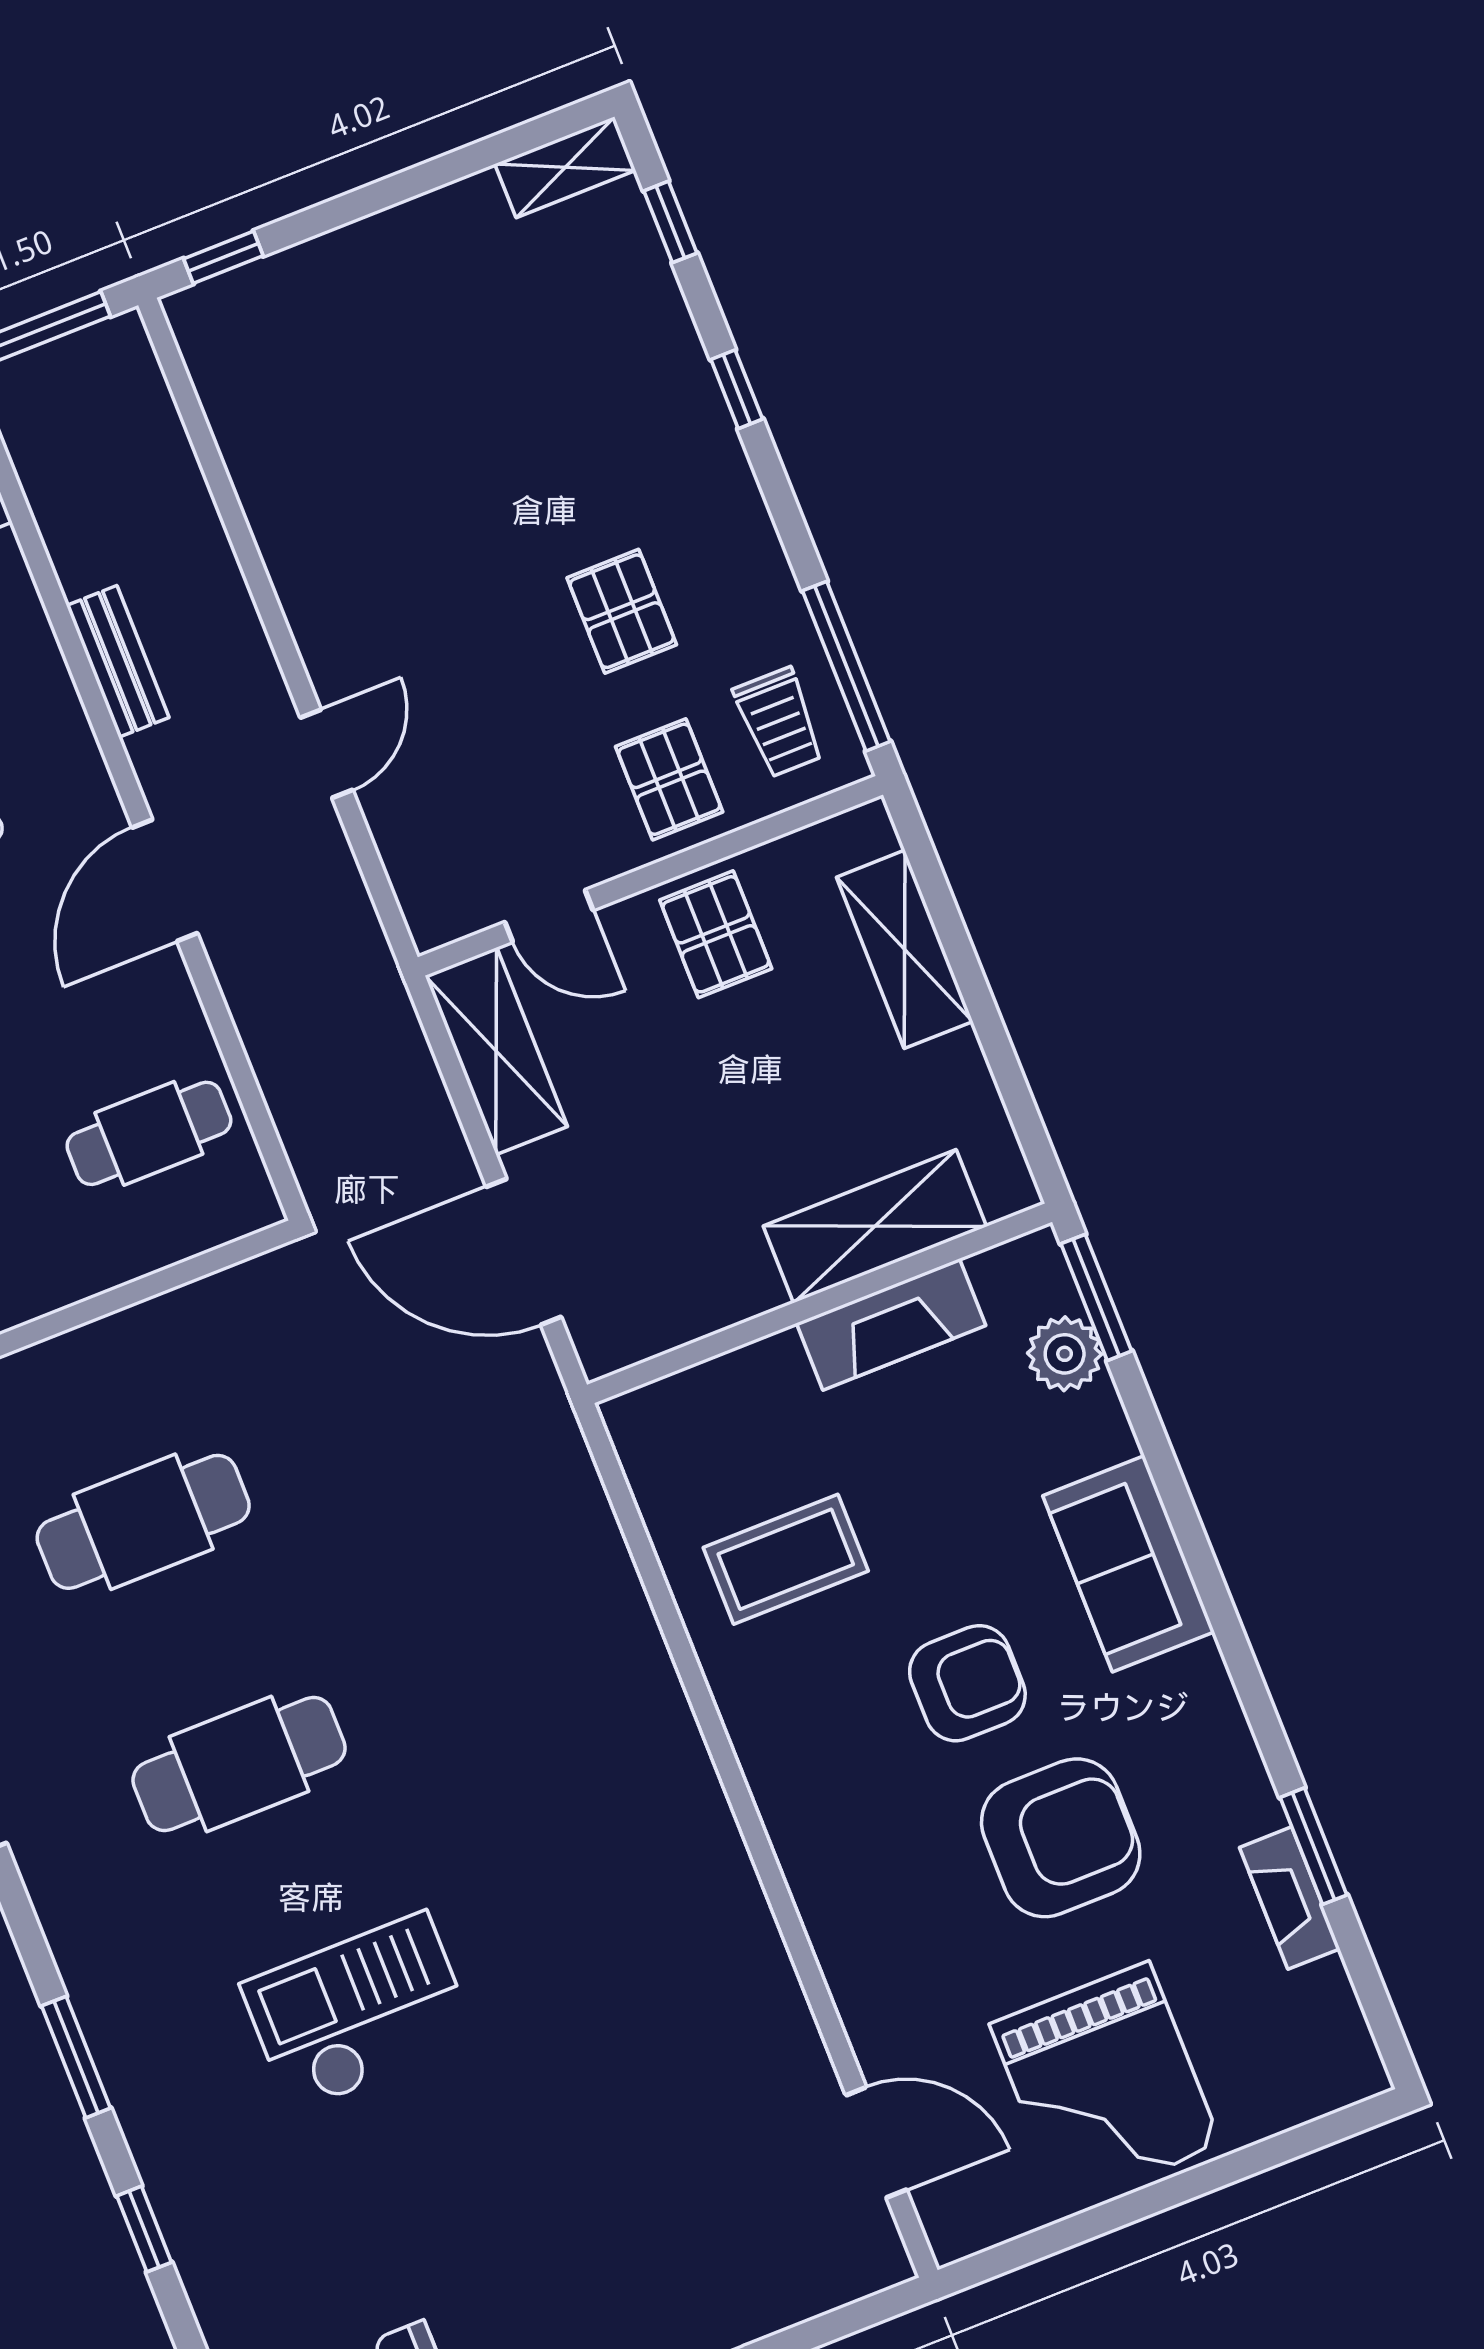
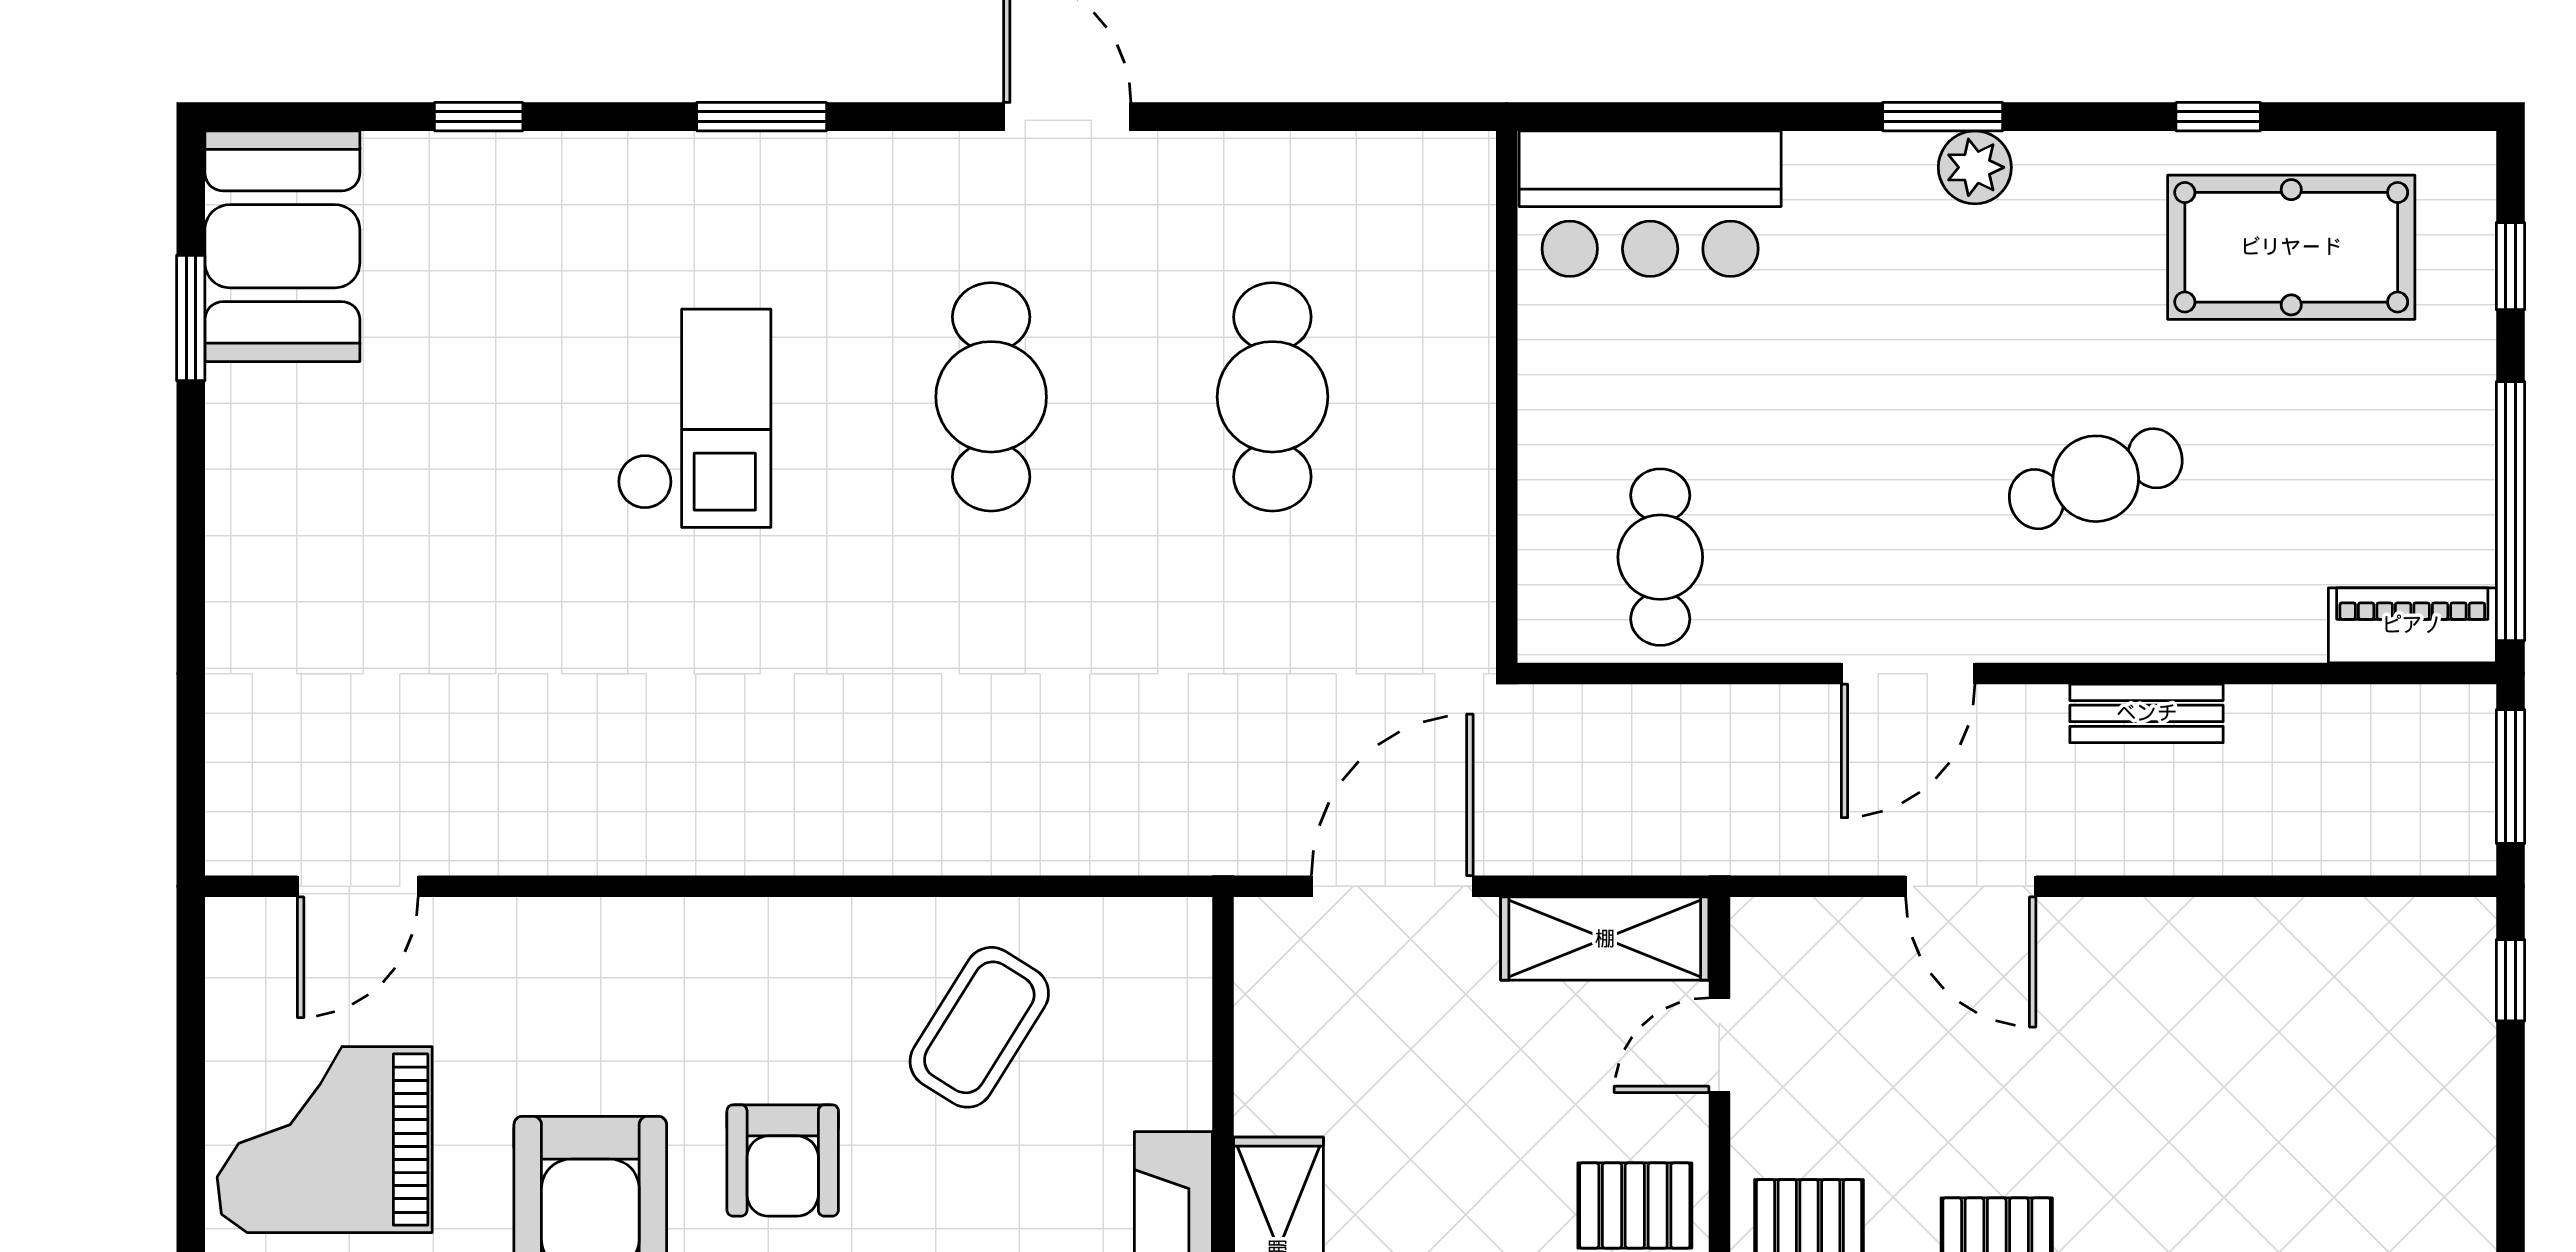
door: (326, 754) -> (1971, 886), width x1.38
door: (165, 880) -> (1908, 674), swing flipped
coffee table: (786, 1559) -> (979, 1027), turned 32
window: (144, 2229) -> (479, 117), moved

